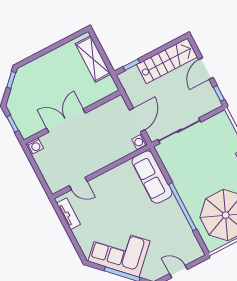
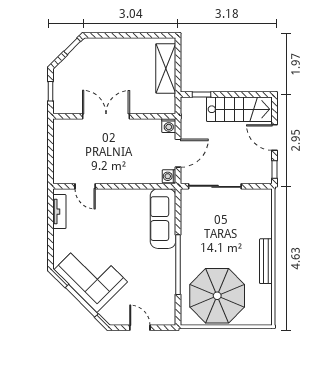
door: (206, 69) -> (274, 138), hinge flipped
washing machine: (35, 146) -> (169, 126), moved

